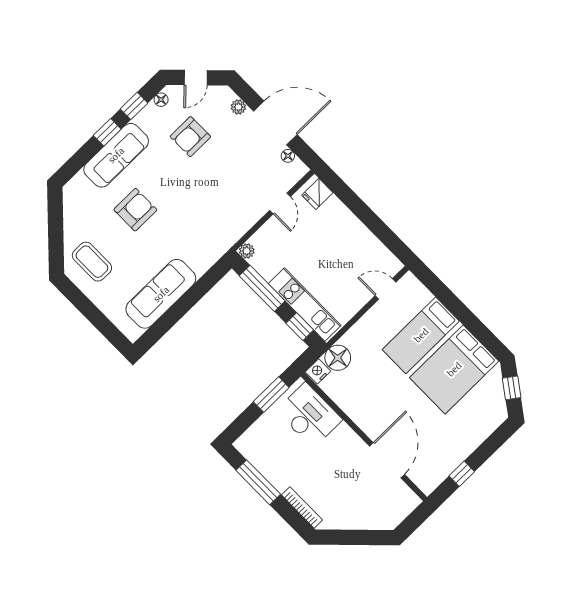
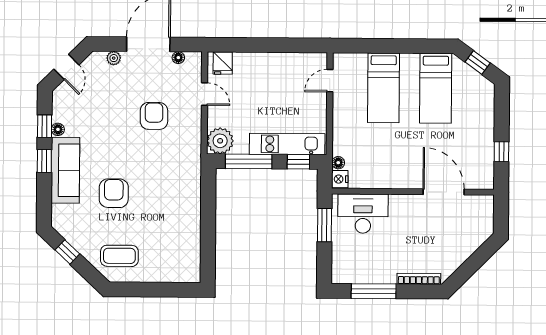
floor lamp: (161, 100) -> (58, 129), moved
armchair: (190, 137) -> (154, 116), moved, turned 180
window: (55, 219) -> (67, 252), added
plant: (247, 251) -> (220, 141), width x1.88, depth x1.88
sofa: (161, 294) -> (186, 232), removed
floor lamp: (338, 358) -> (338, 163), width x0.53, depth x0.53
bed: (454, 369) -> (436, 88), width x0.67

